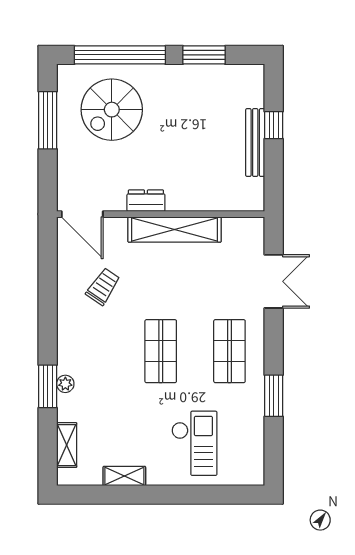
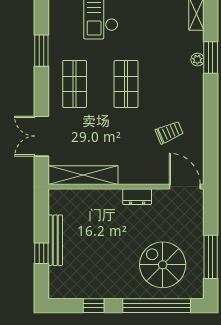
window: (204, 55) -> (94, 306), width x0.67
spiral stairs: (112, 110) -> (163, 265), turned -90
shelving: (175, 229) -> (83, 175), moved
trolley: (103, 287) -> (169, 132), turned -147

